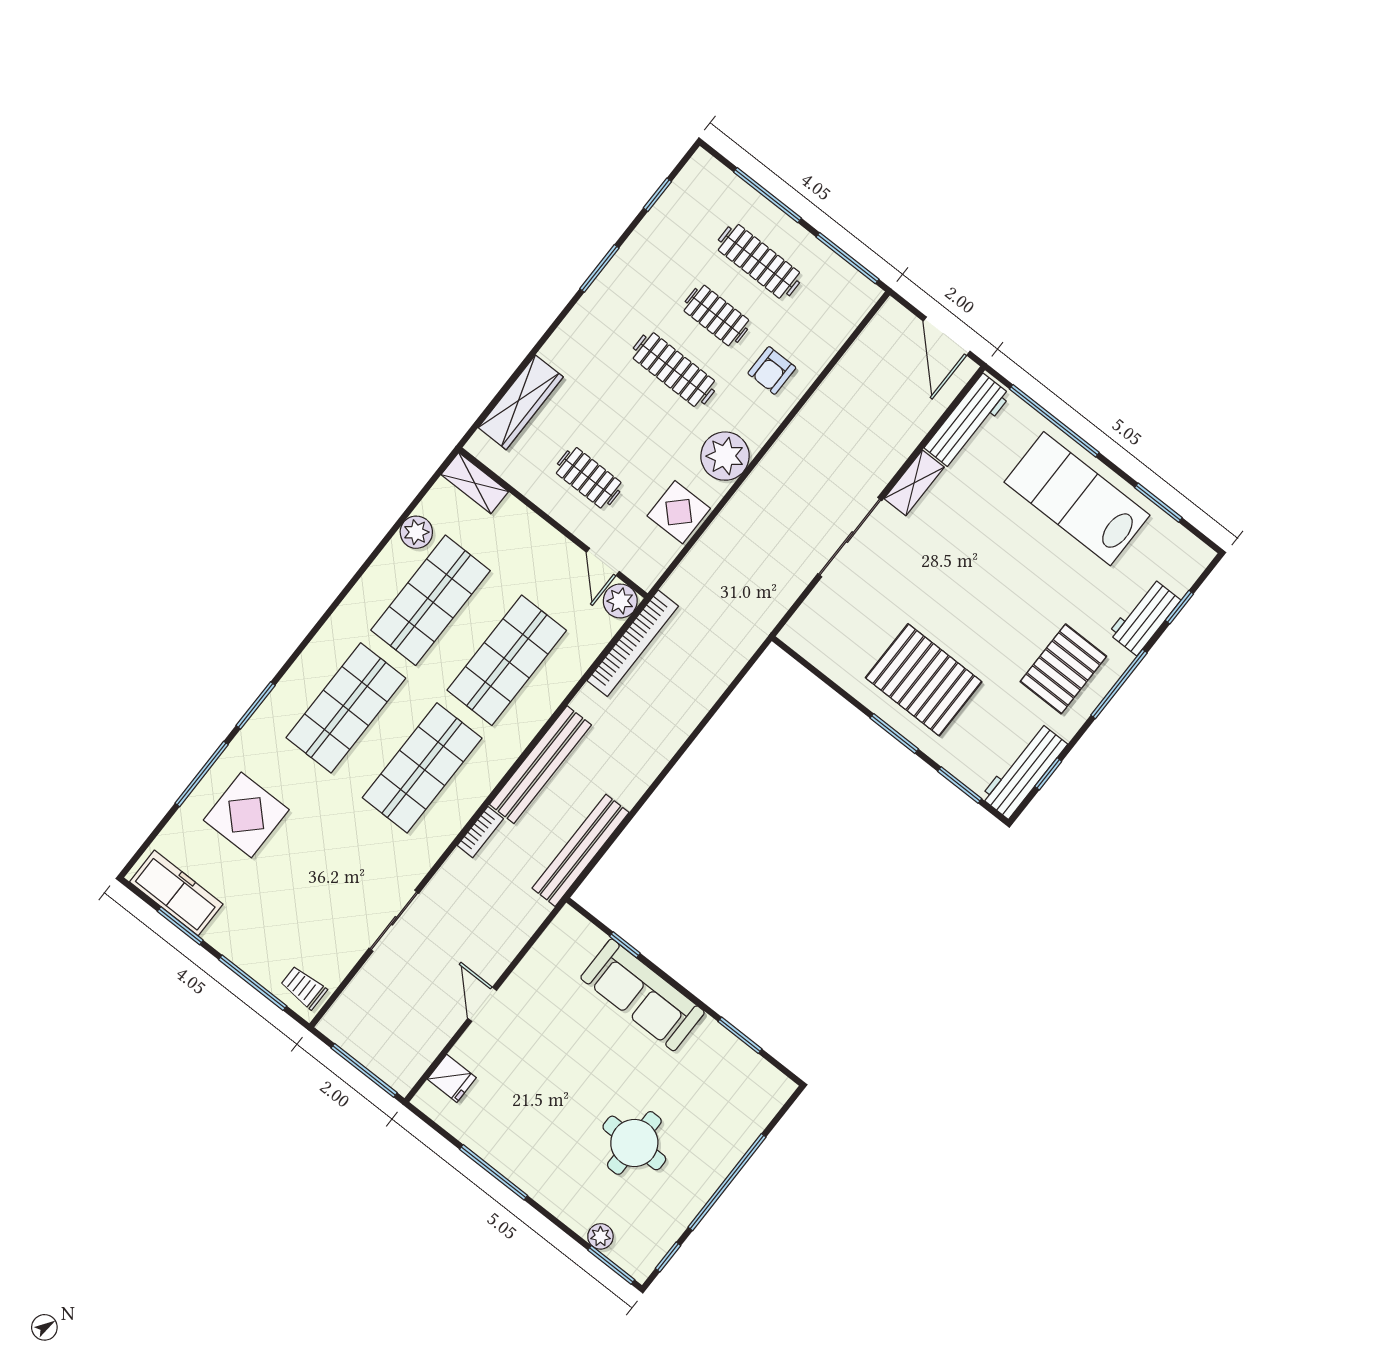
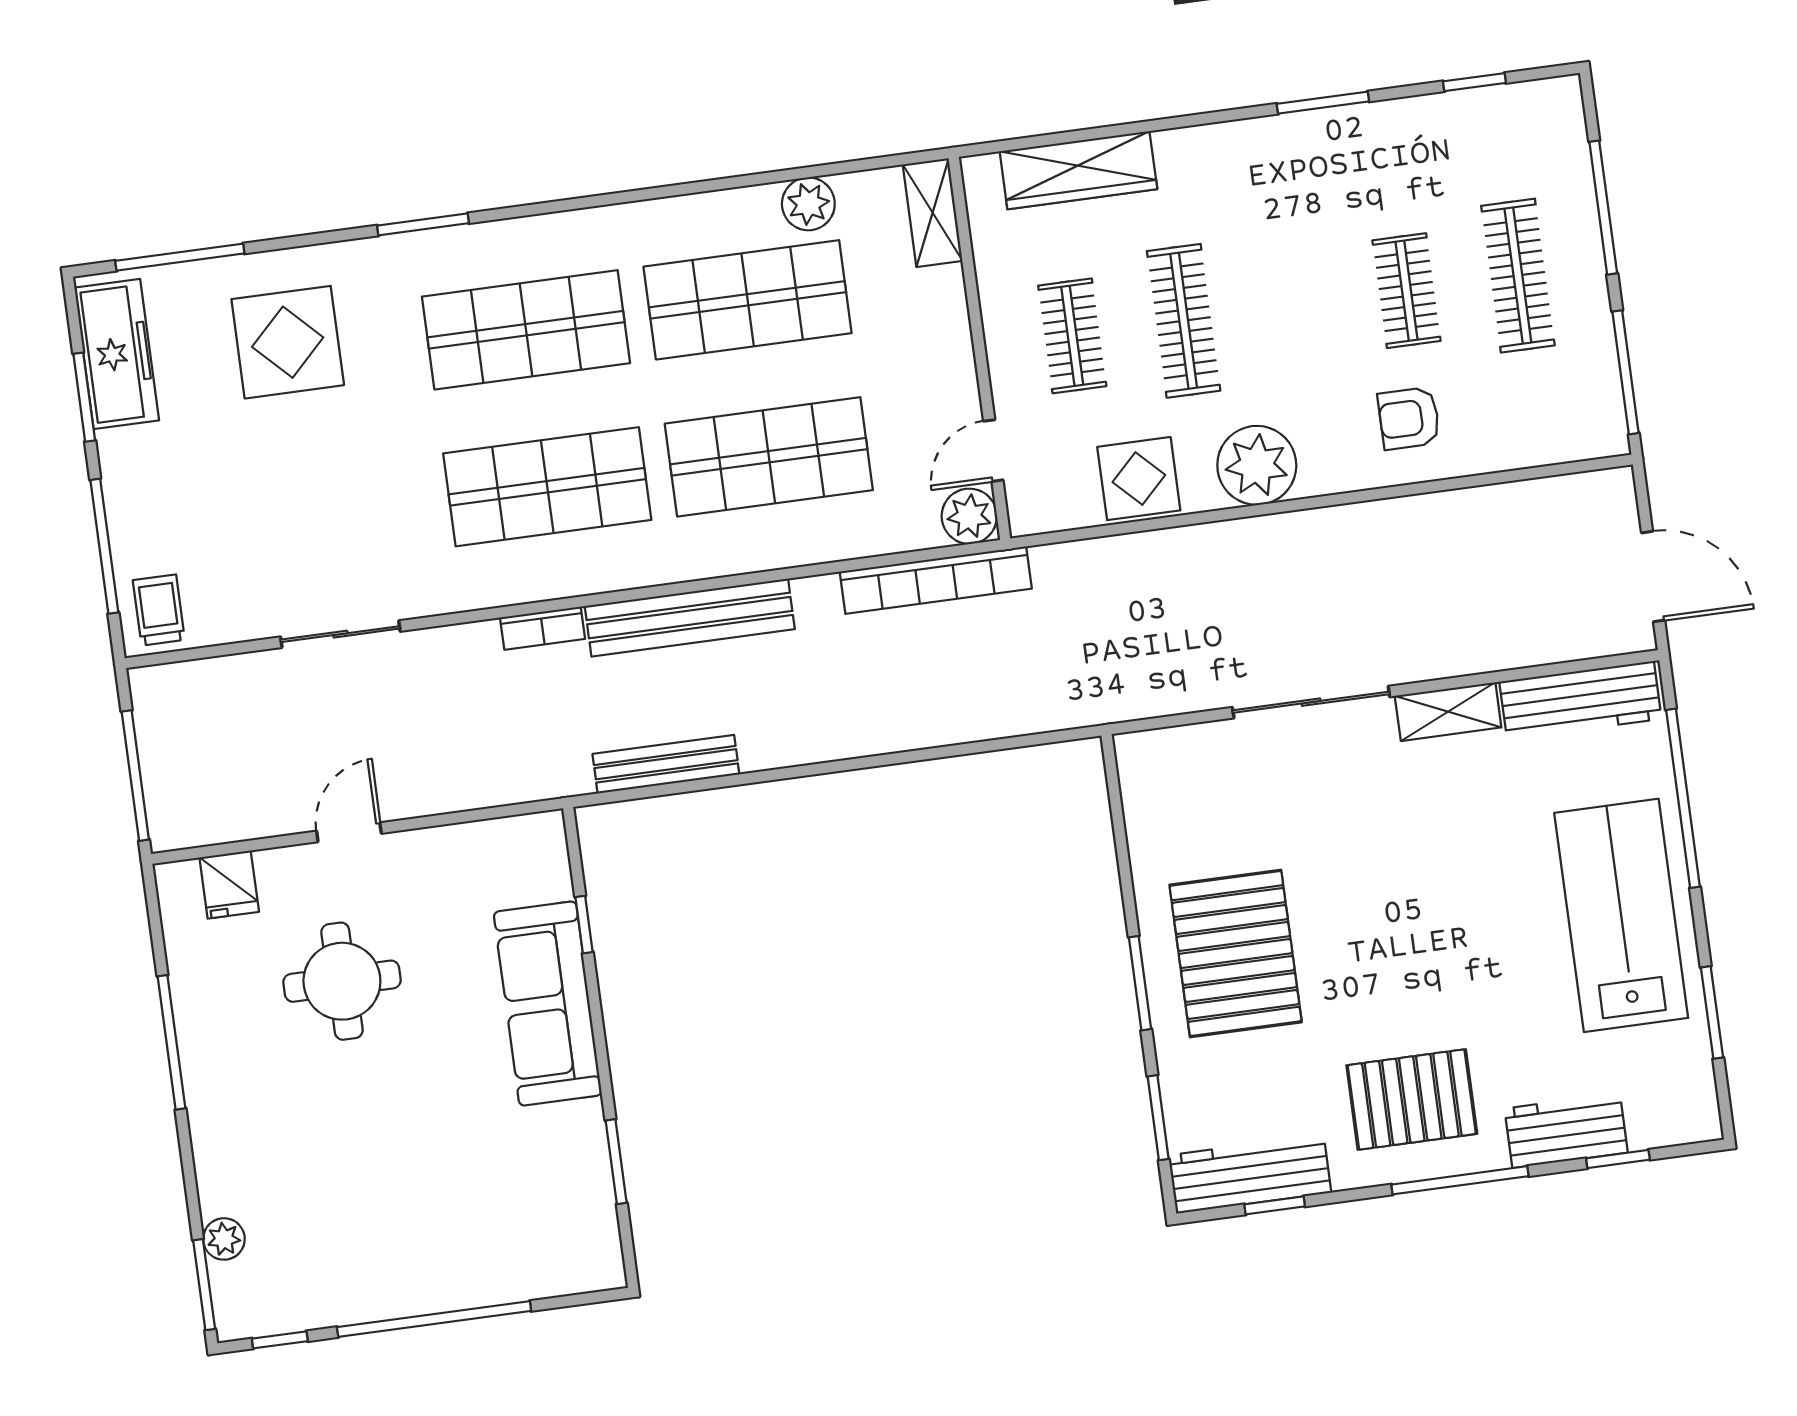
door: (947, 336) -> (1653, 577), swing flipped
clothes rail: (674, 370) -> (1184, 321), moved
window: (202, 774) -> (180, 257), moved
bench: (581, 850) -> (666, 764), width x0.73, depth x0.82
round table: (634, 1143) -> (342, 981), moved

